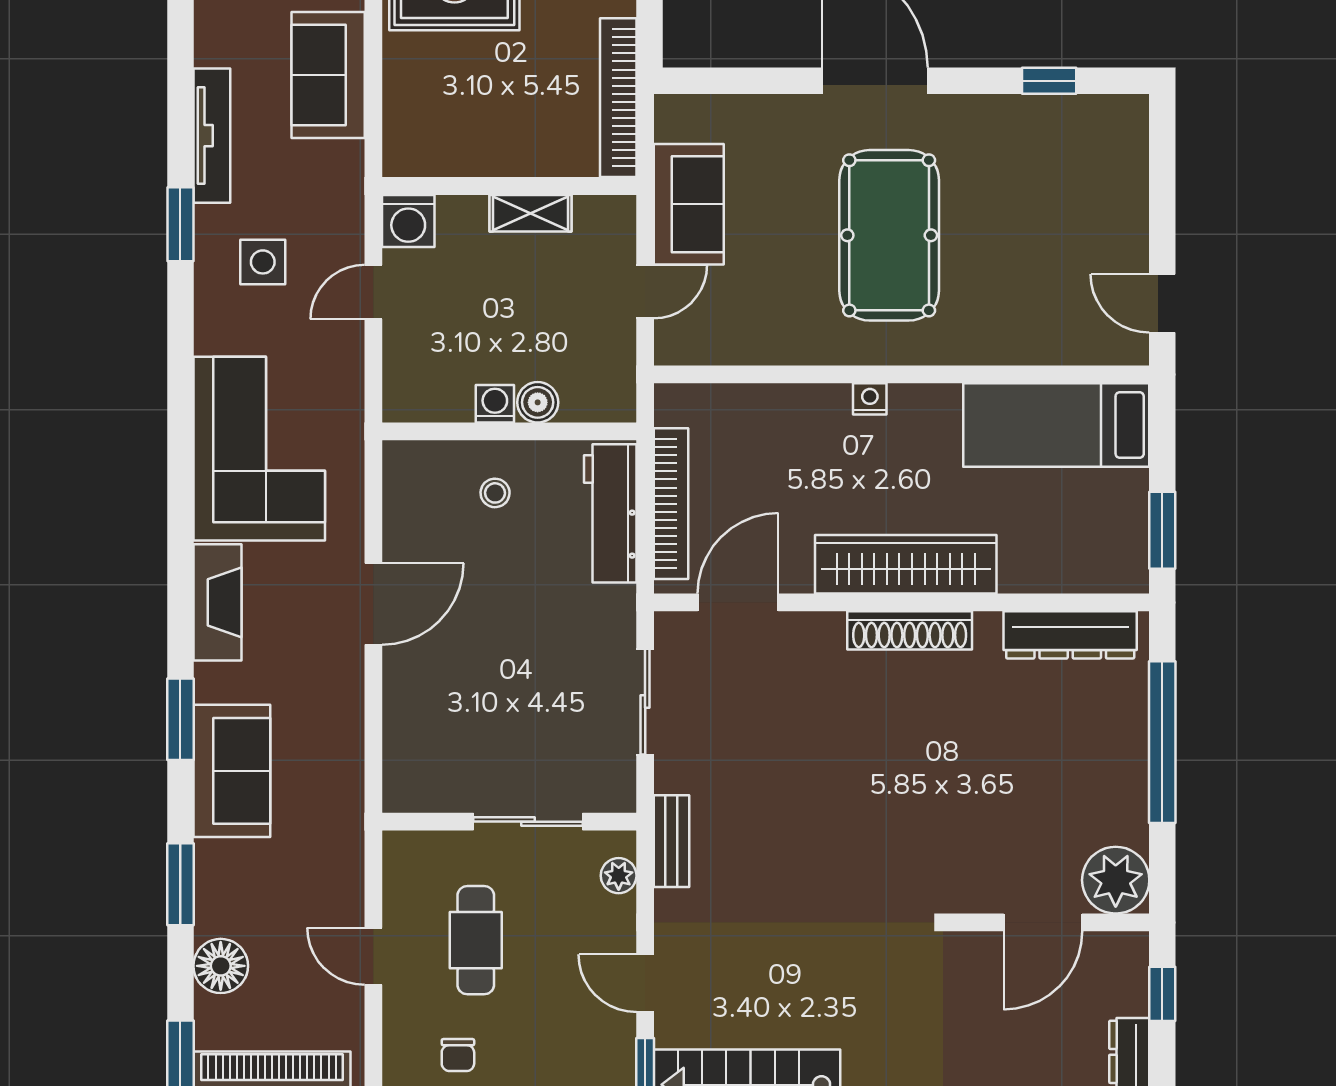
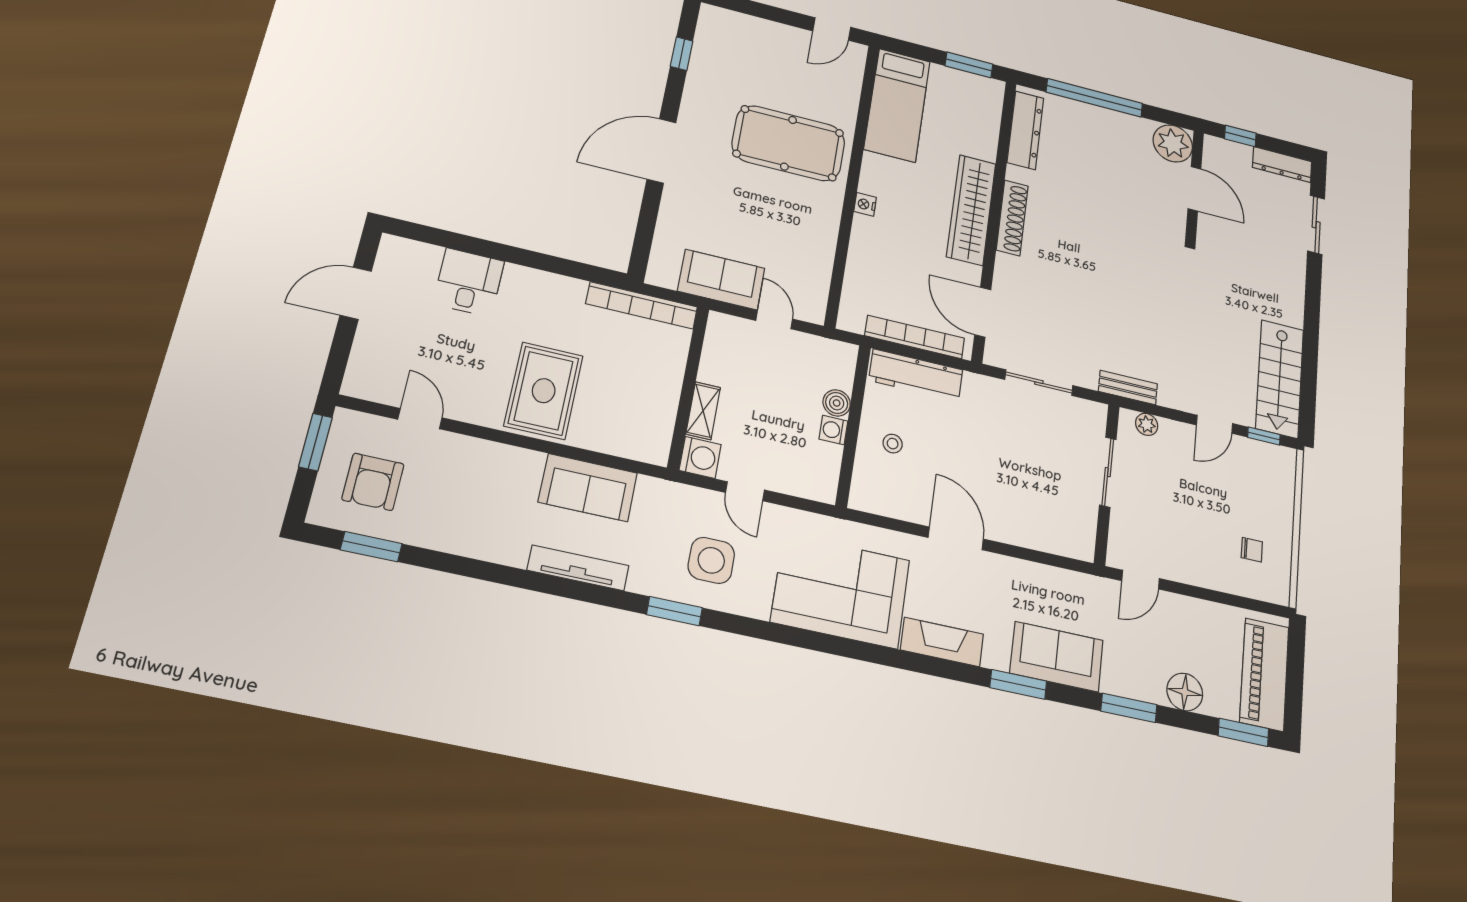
tv unit: (212, 136) -> (578, 568), moved
shelving: (530, 213) -> (703, 411), moved
pool table: (889, 235) -> (788, 143), moved
side table: (263, 262) -> (711, 560), width x1.37, depth x1.37
cafe table: (476, 940) -> (1180, 522), removed
door: (373, 956) -> (1141, 580), moved

